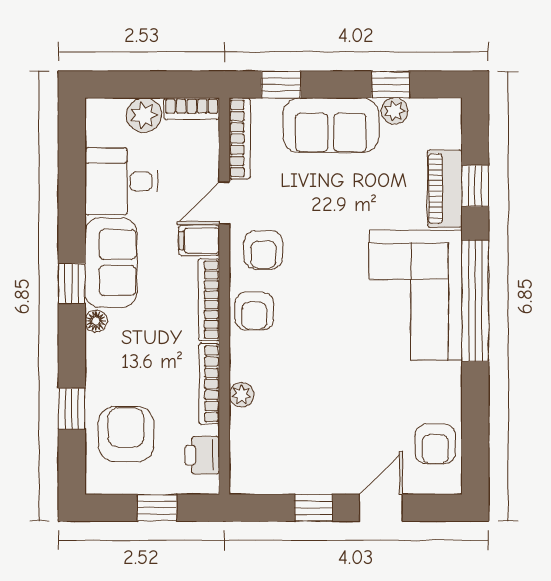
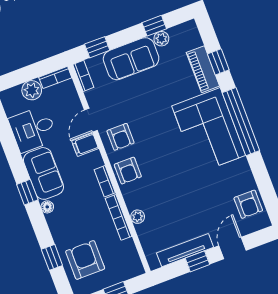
bookcase: (240, 139) -> (83, 76), width x0.64
bookcase: (209, 300) -> (105, 181), width x0.64
printer: (202, 455) -> (129, 256), removed
tv unit: (300, 481) -> (185, 250), added

